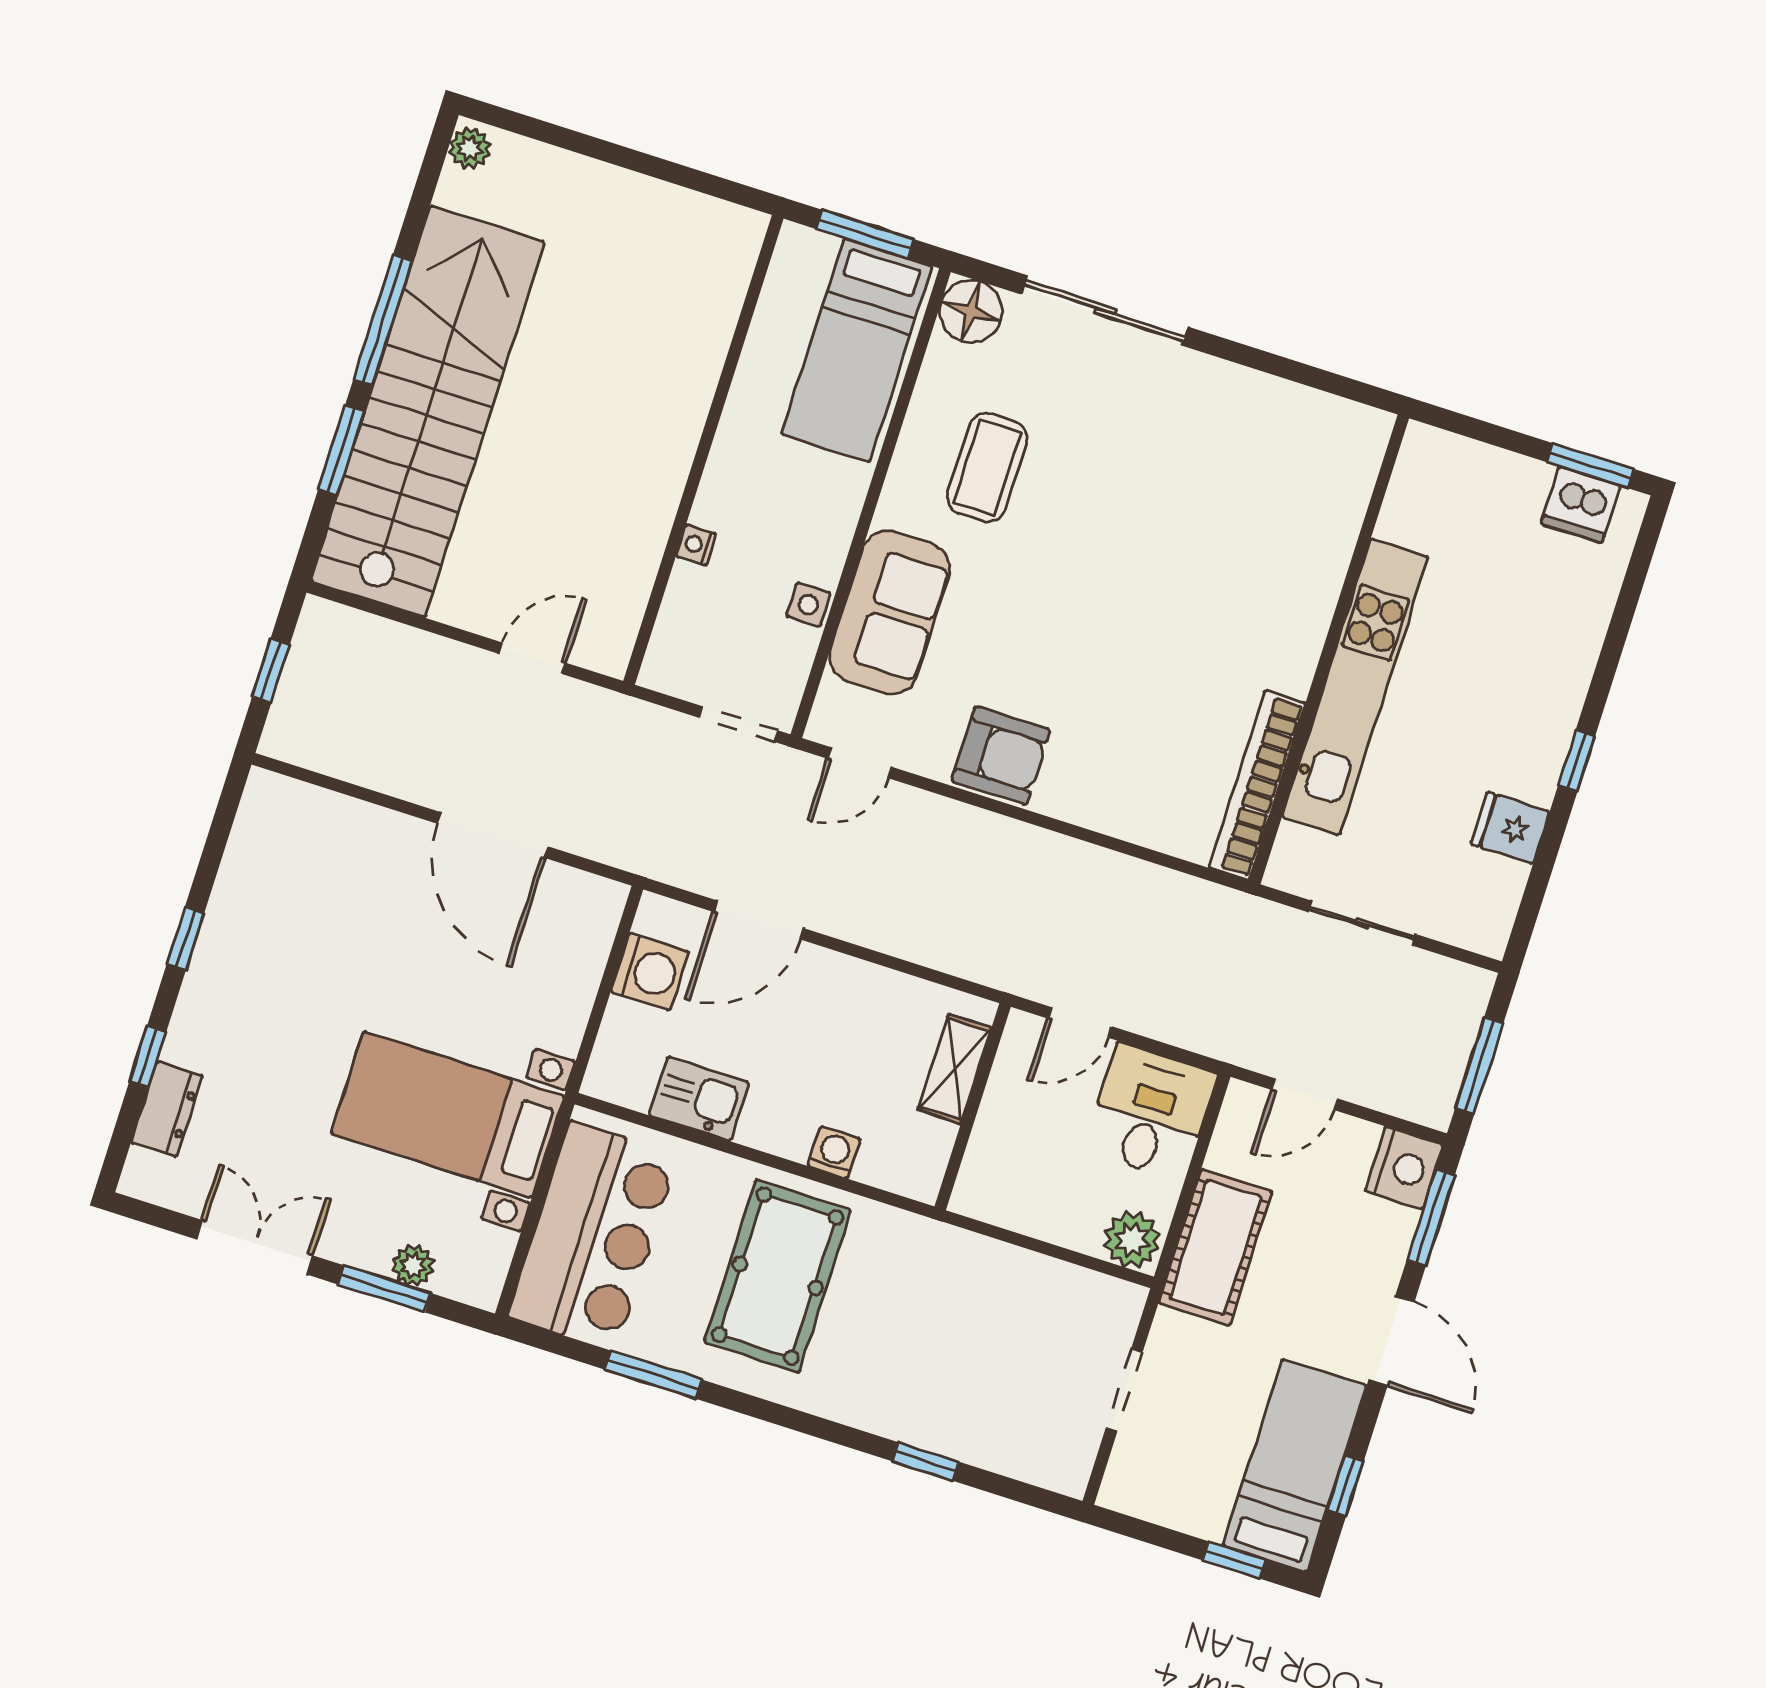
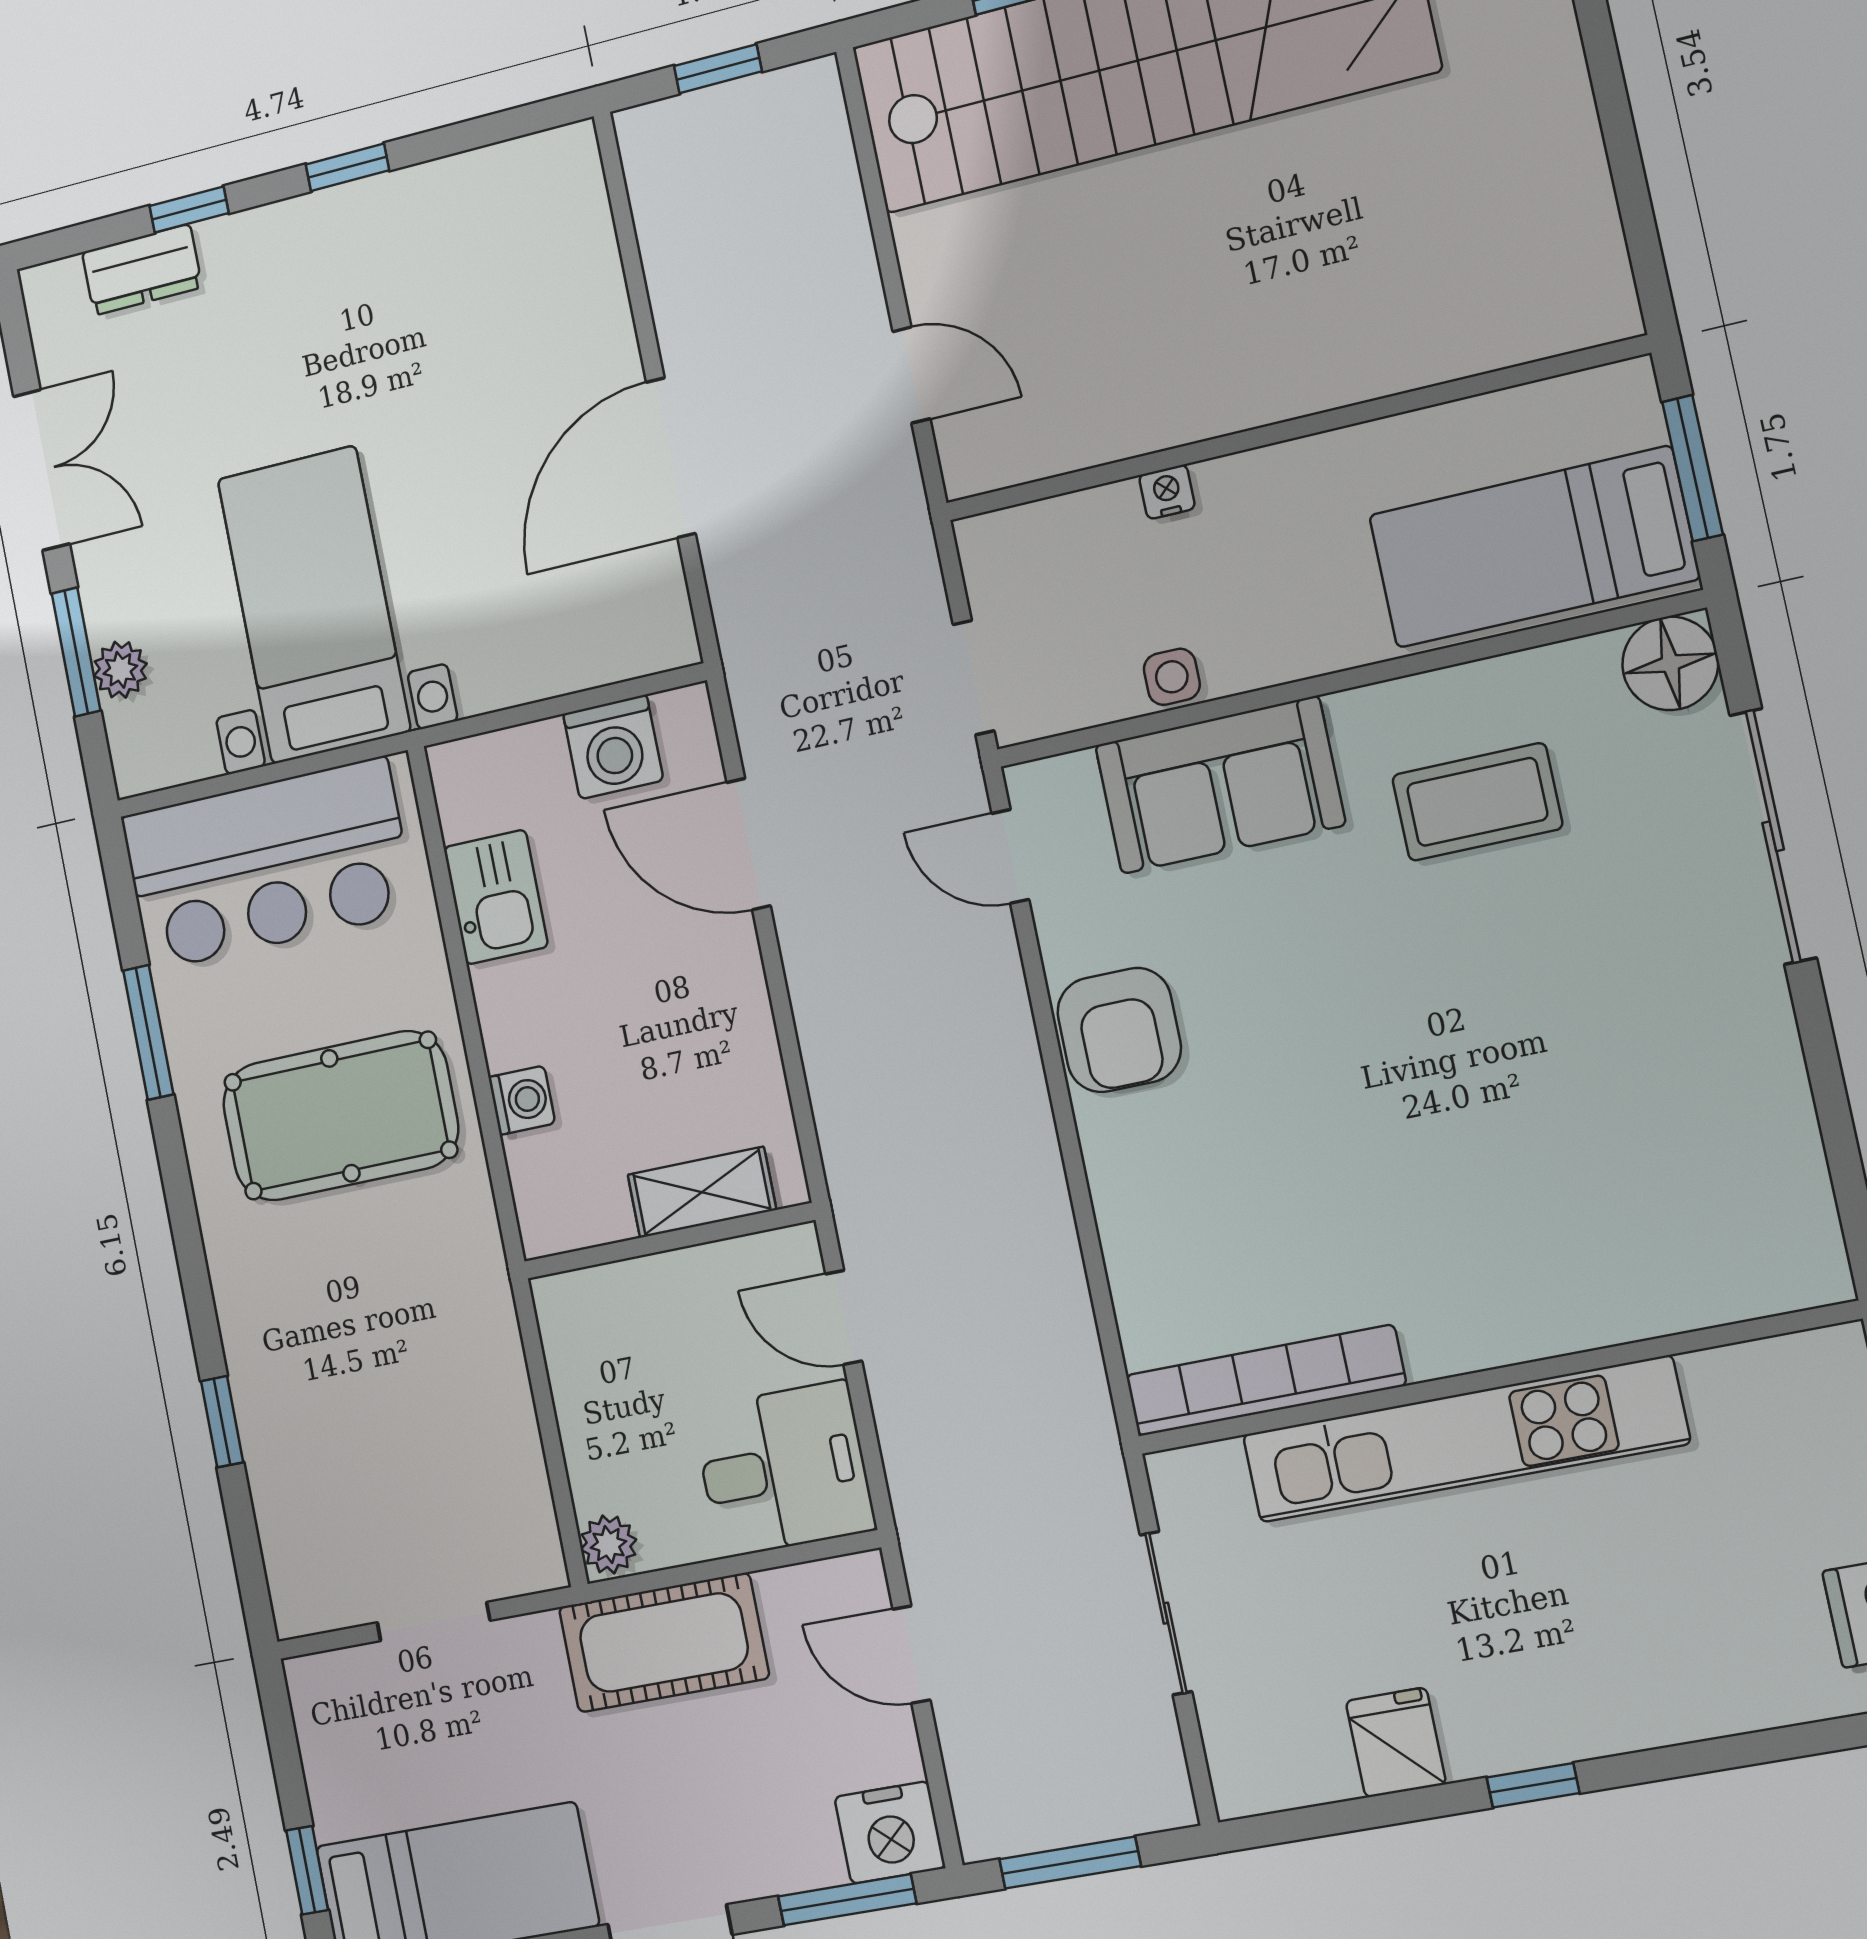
plant: (1132, 1240) -> (608, 1545), width x0.73, depth x0.73

